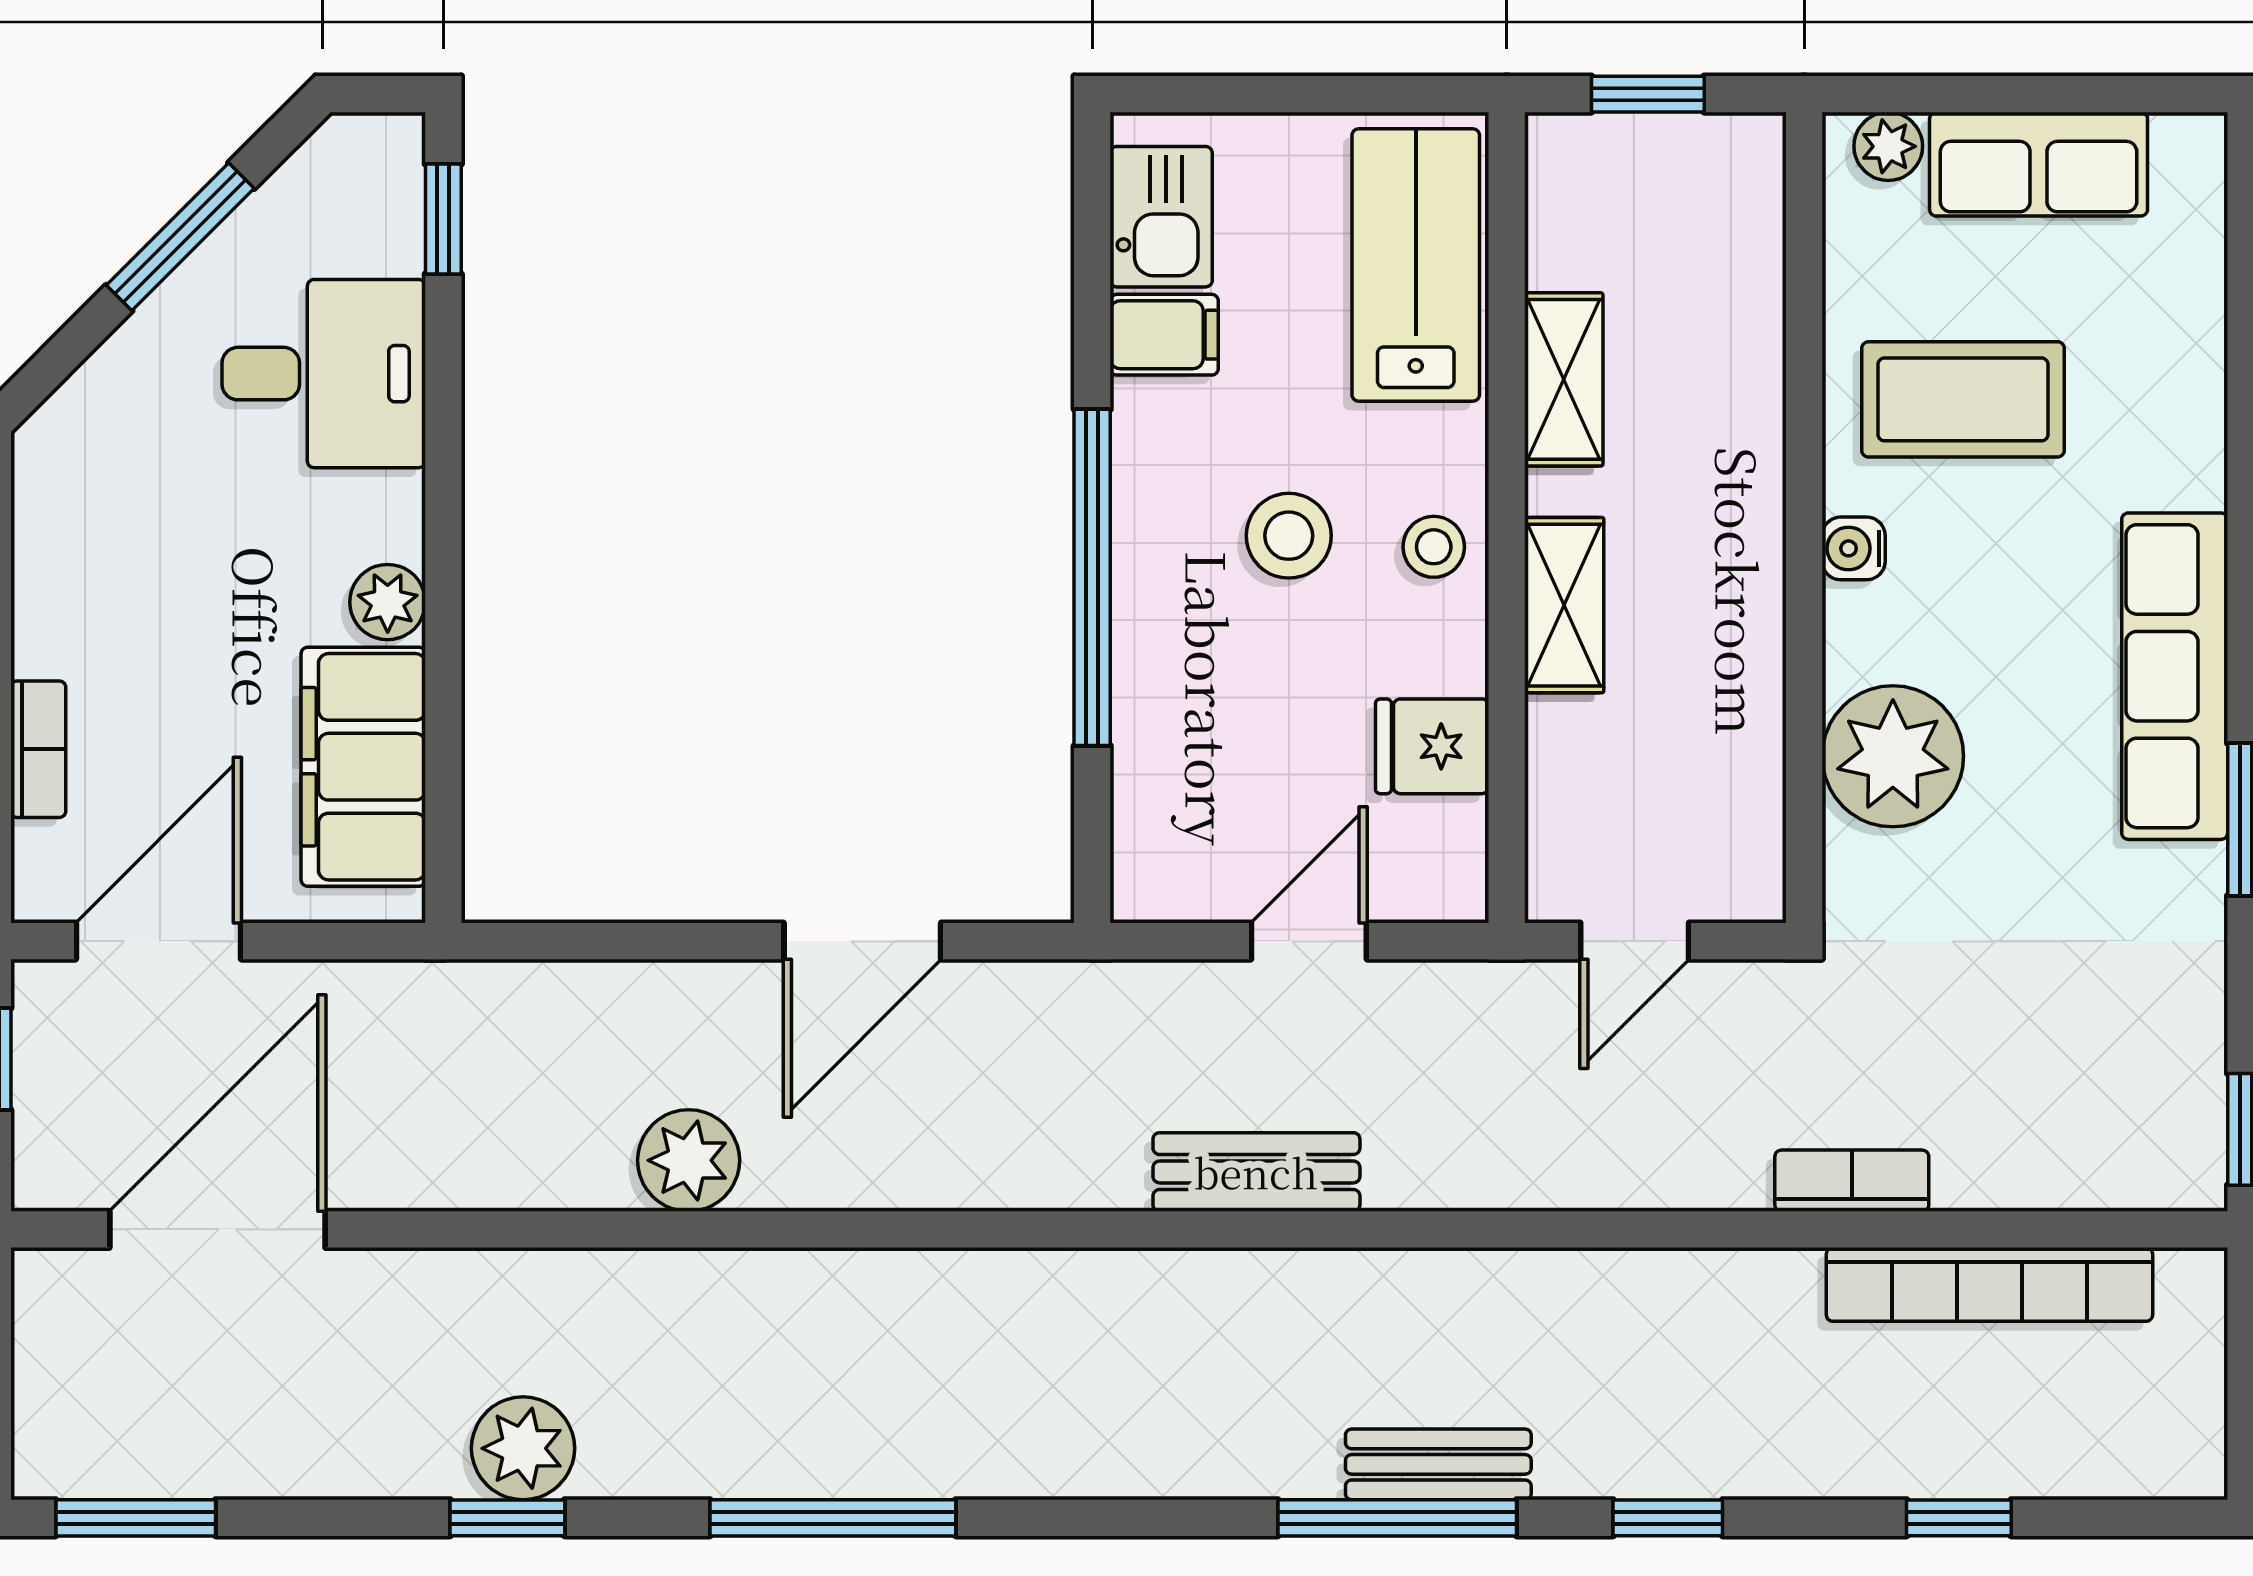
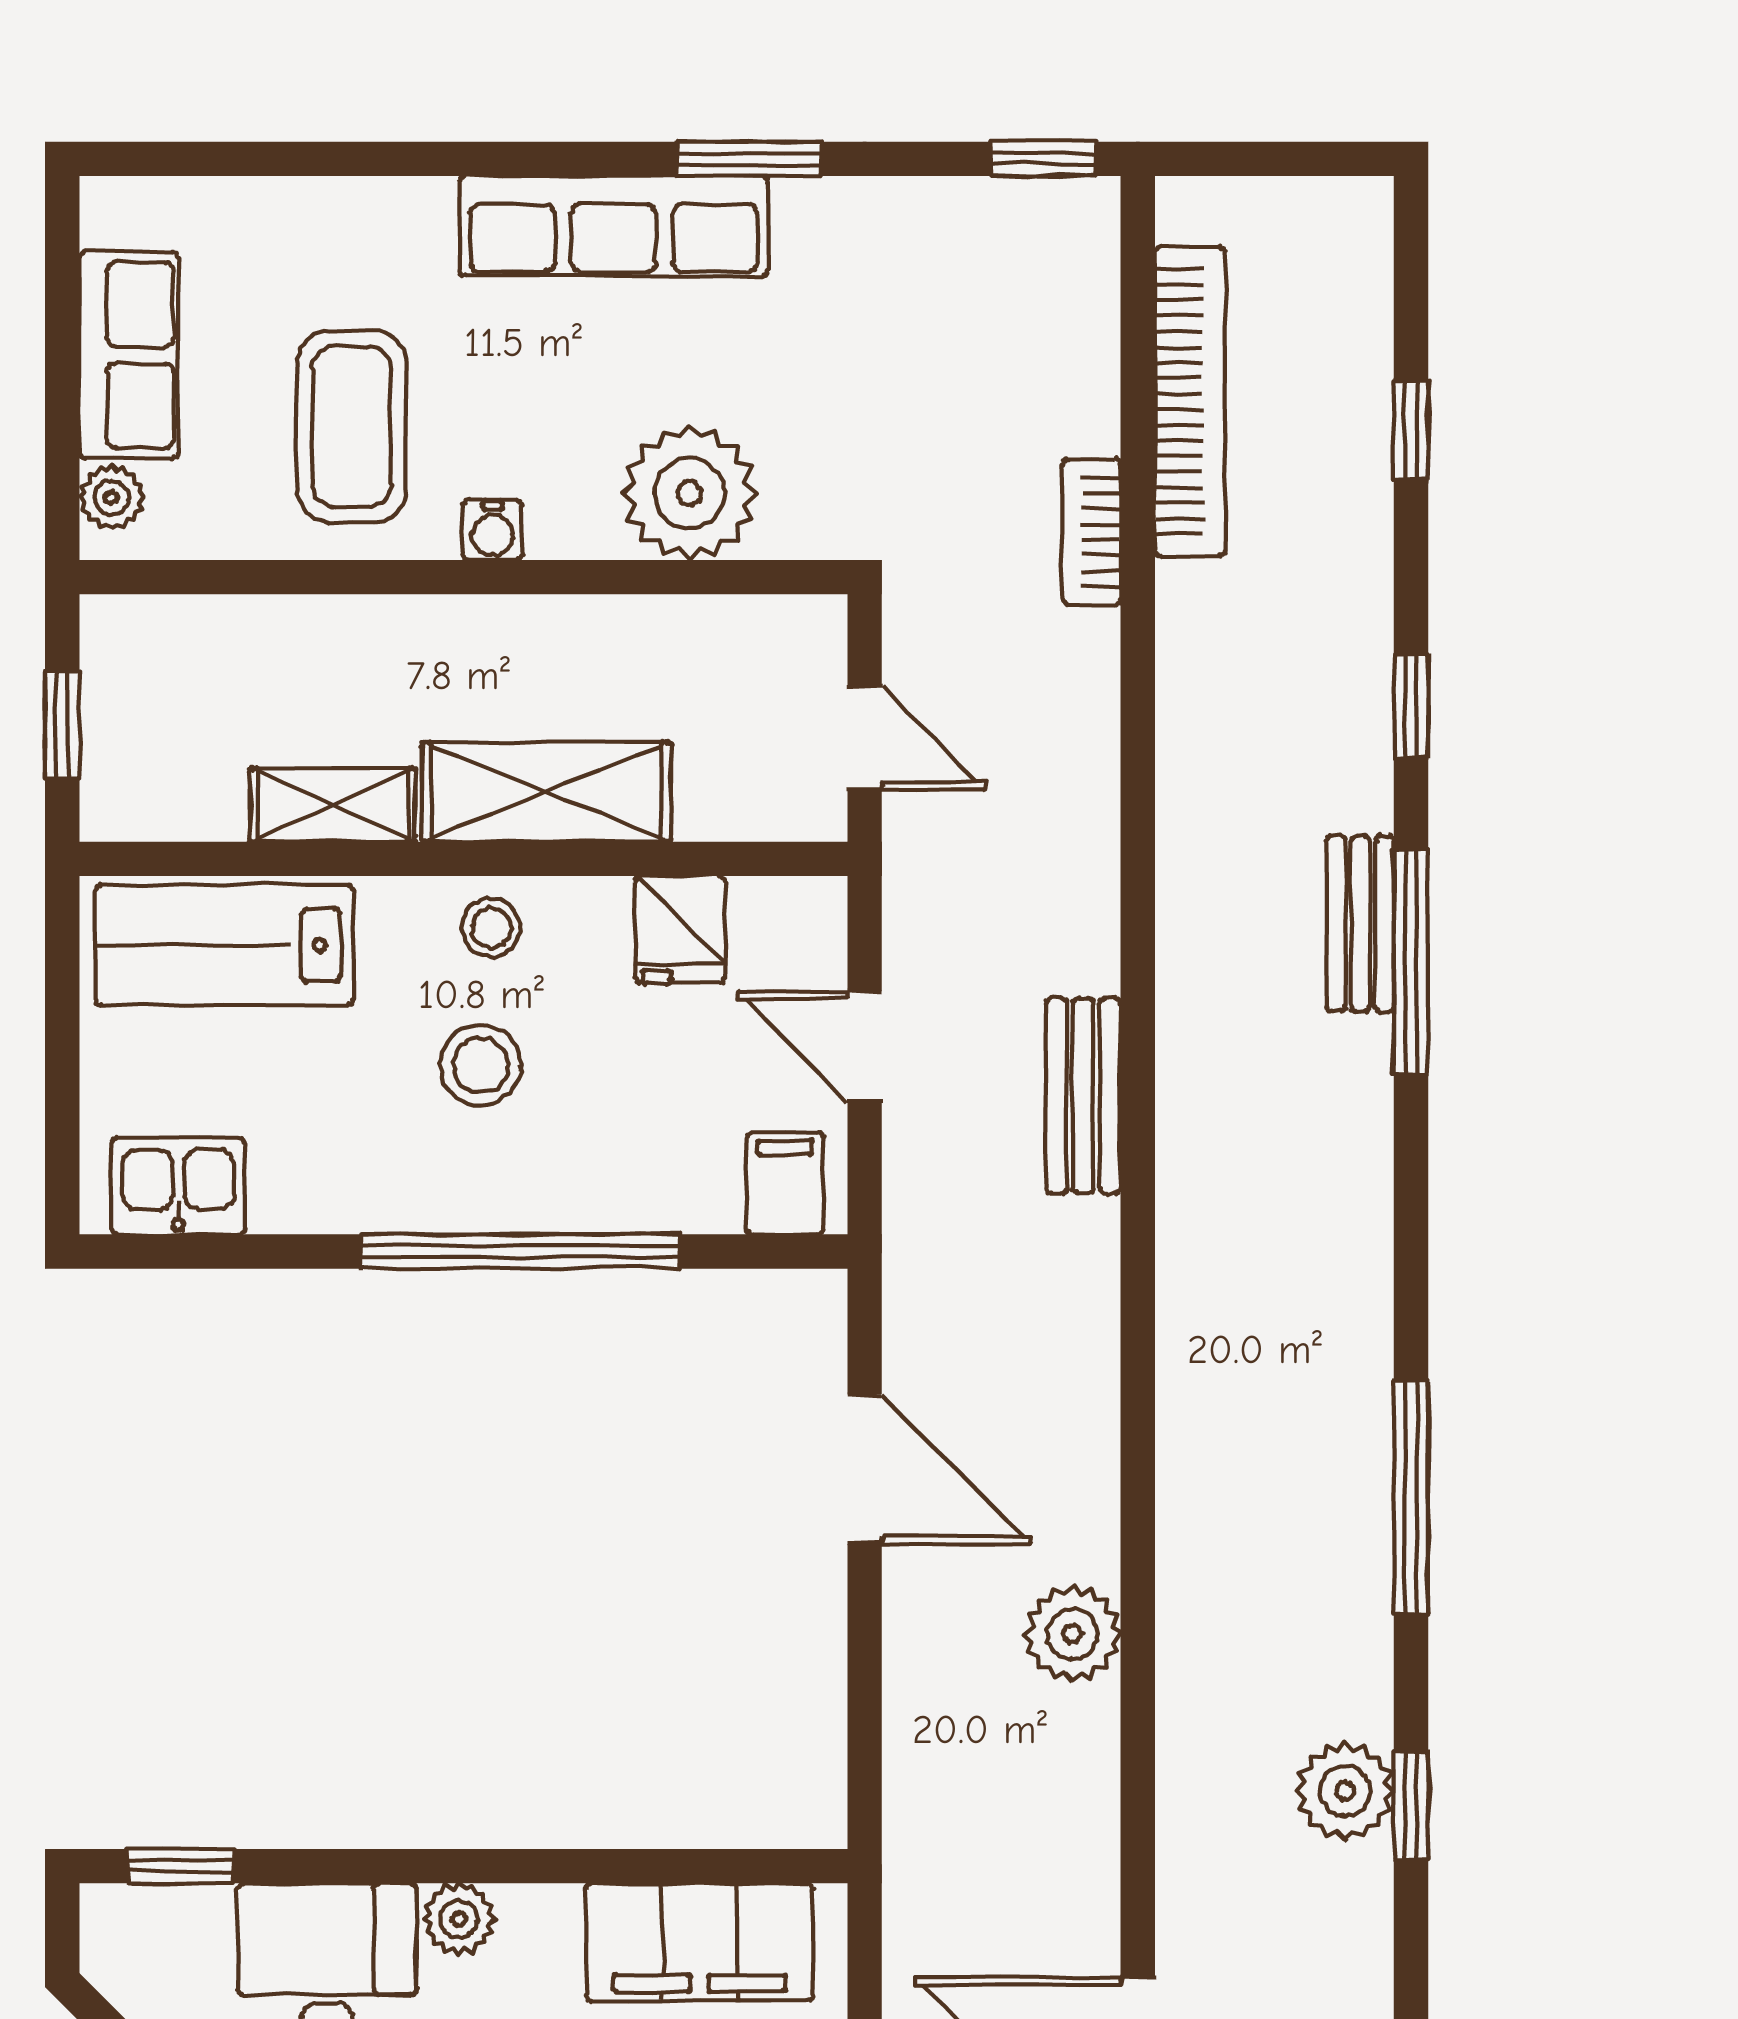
filing cabinet: (1164, 335) -> (785, 1183), moved
plant: (388, 602) -> (459, 1919), moved
shelving: (1564, 605) -> (546, 792), width x1.50, depth x1.33

